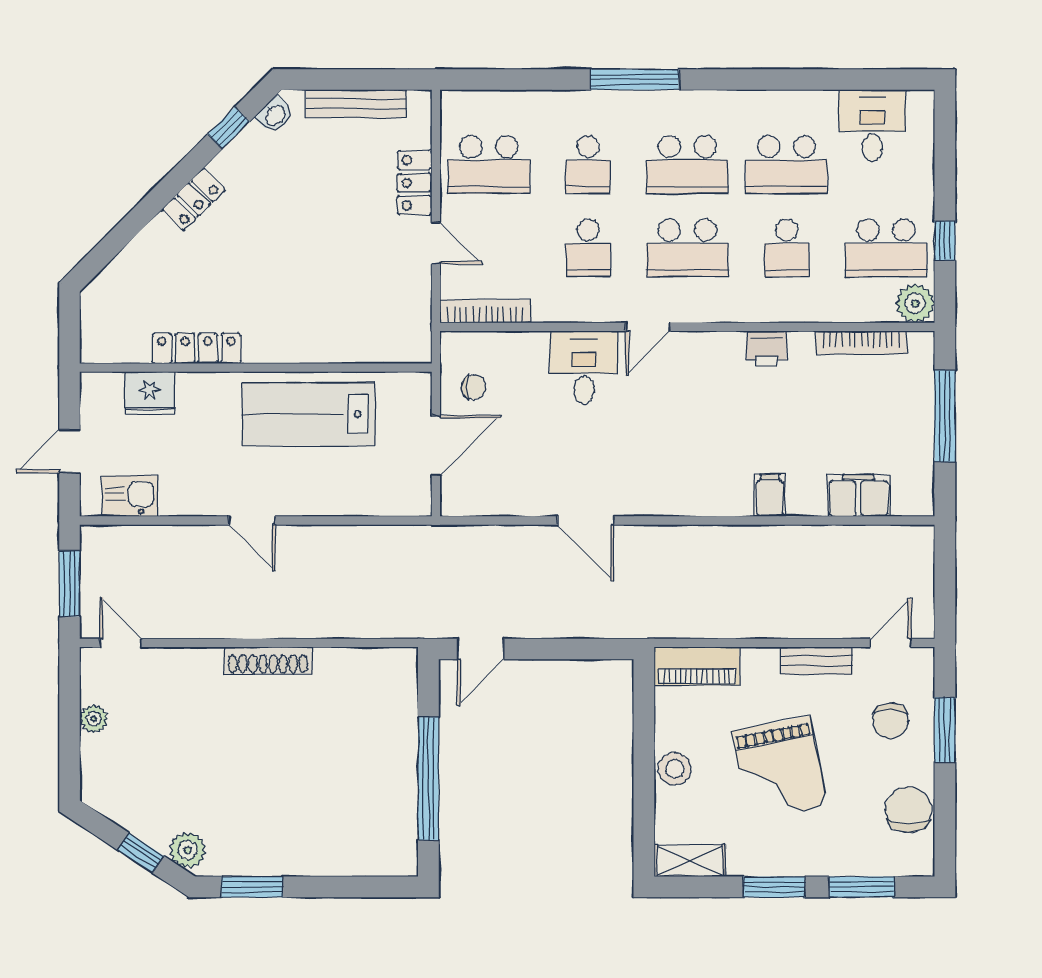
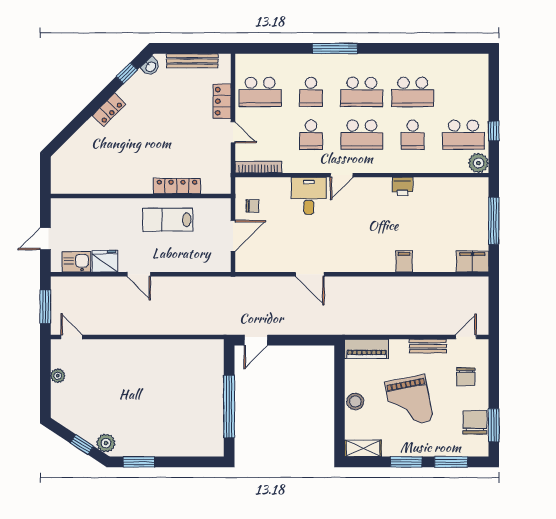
desk: (872, 126) -> (457, 72), removed
bookcase: (861, 343) -> (451, 183), removed
locker: (196, 348) -> (177, 186), moved
fridge: (150, 393) -> (105, 261), moved, turned 180
lab bench: (309, 414) -> (168, 220), width x0.73, depth x0.72
filing cabinet: (858, 496) -> (472, 261), moved
shoe rack: (268, 660) -> (147, 346), removed
window: (945, 730) -> (494, 425), moved

